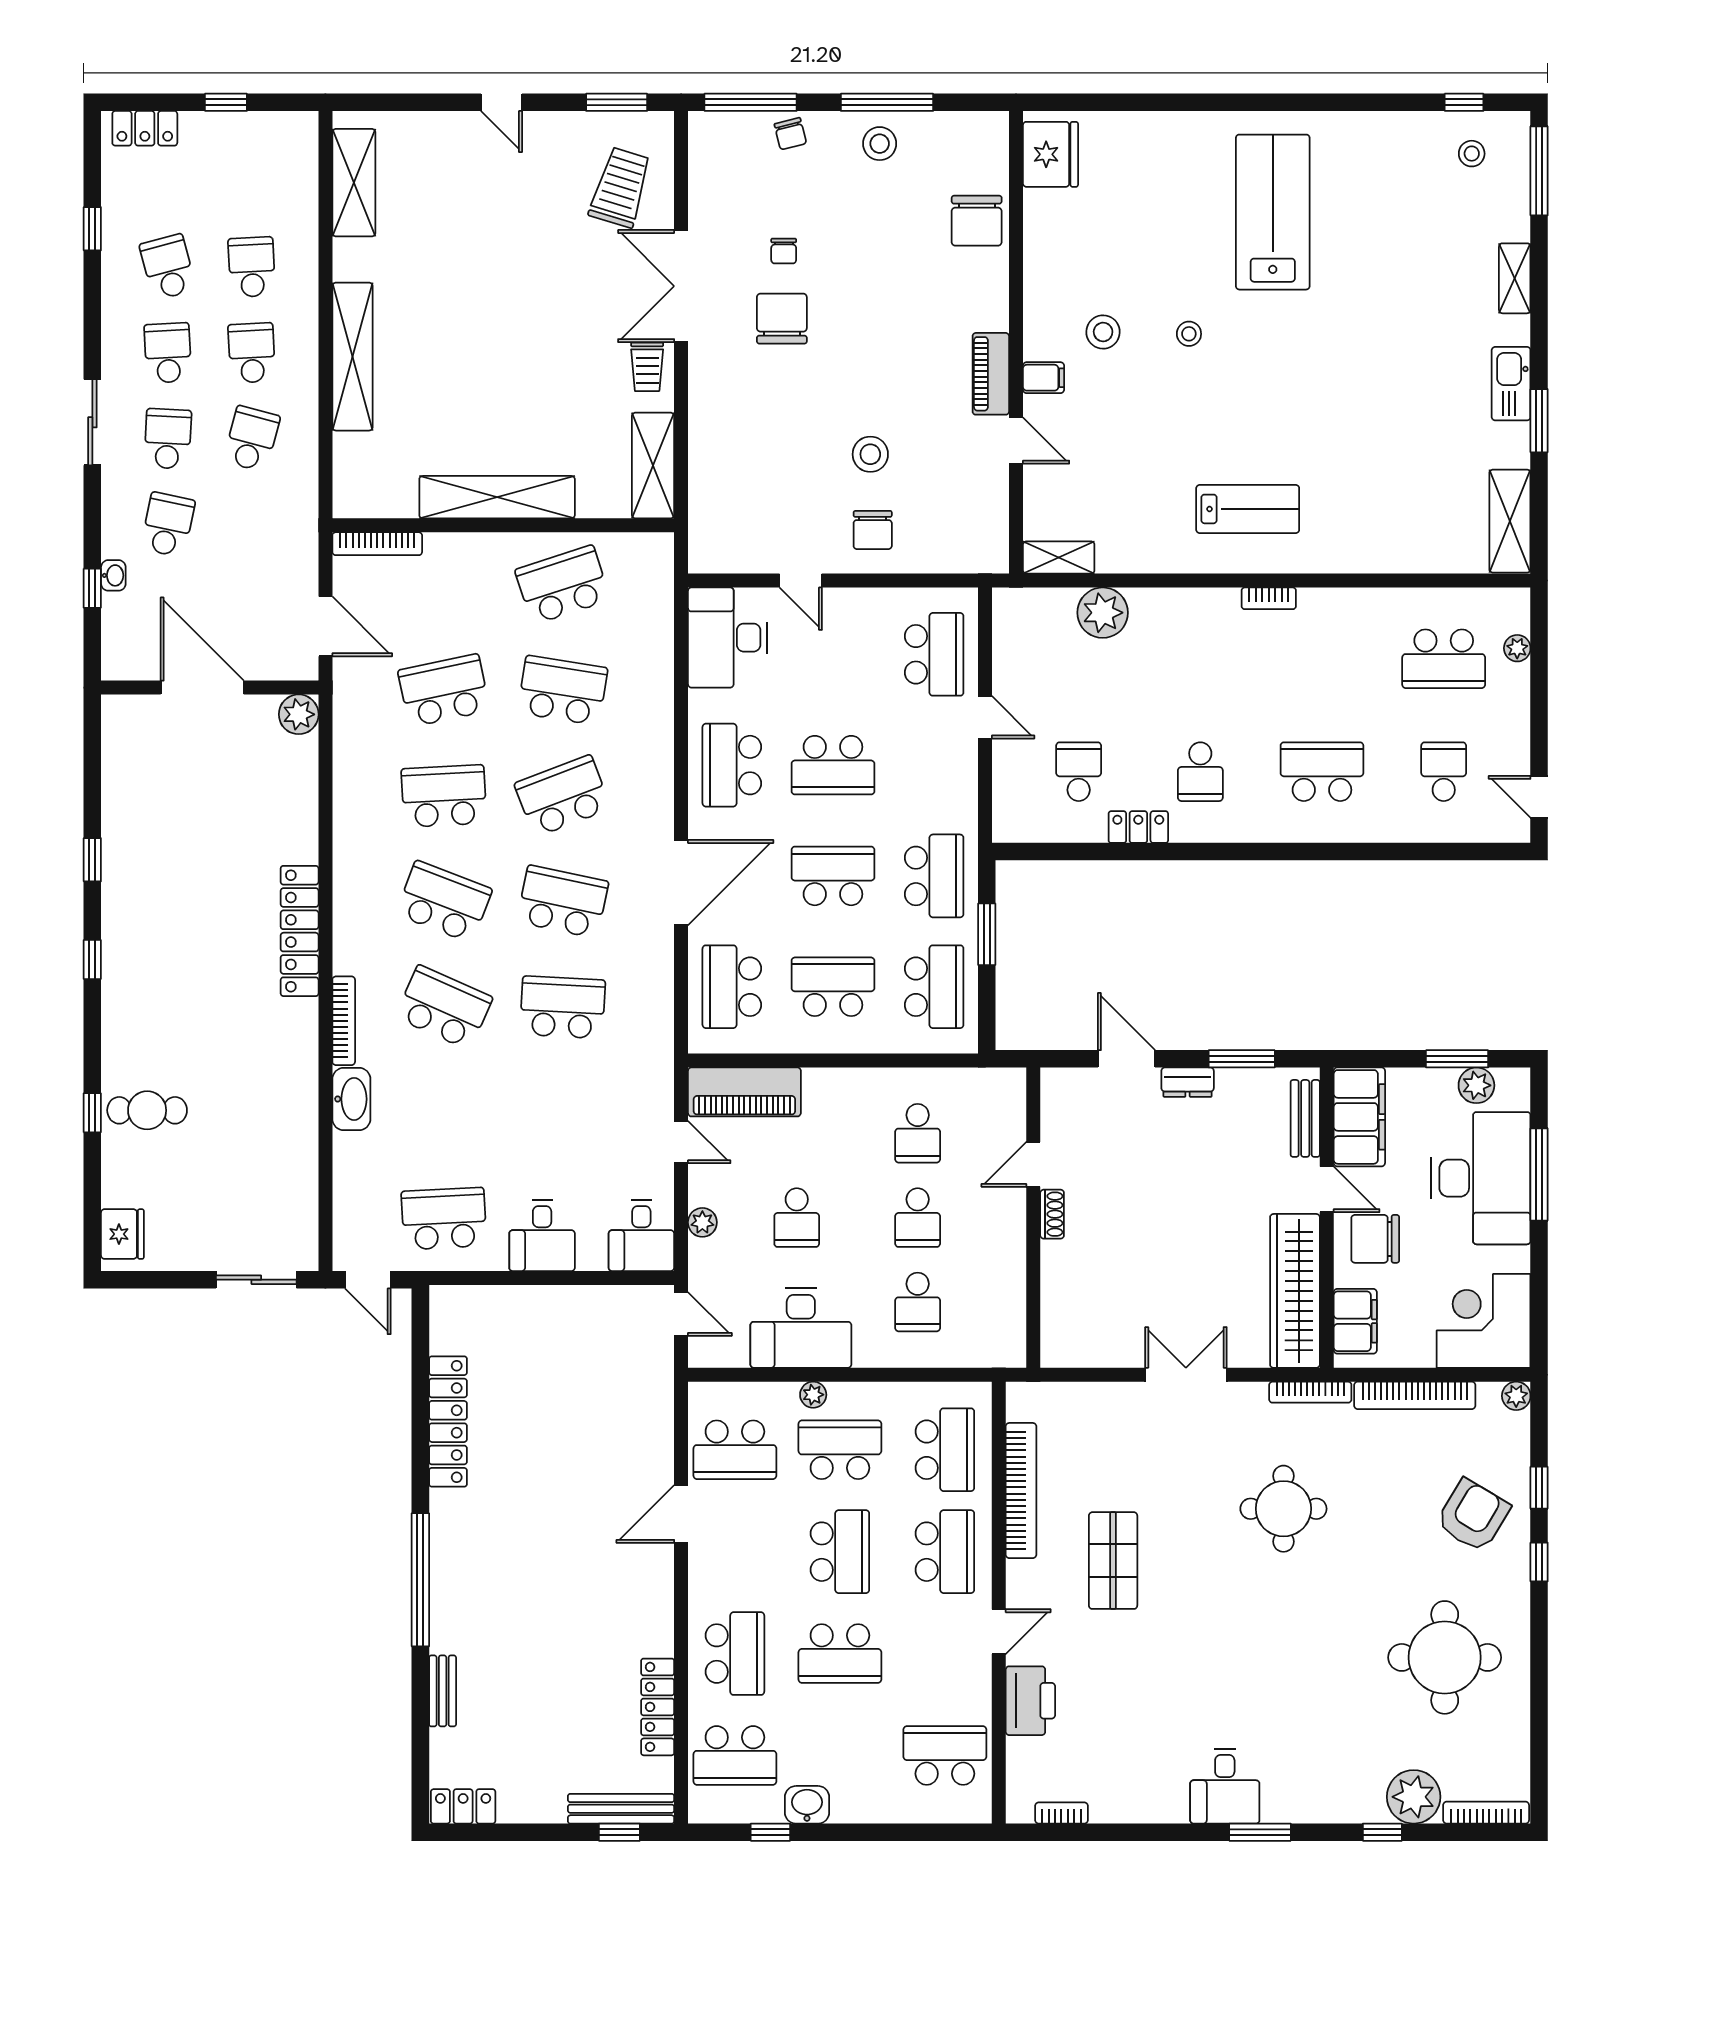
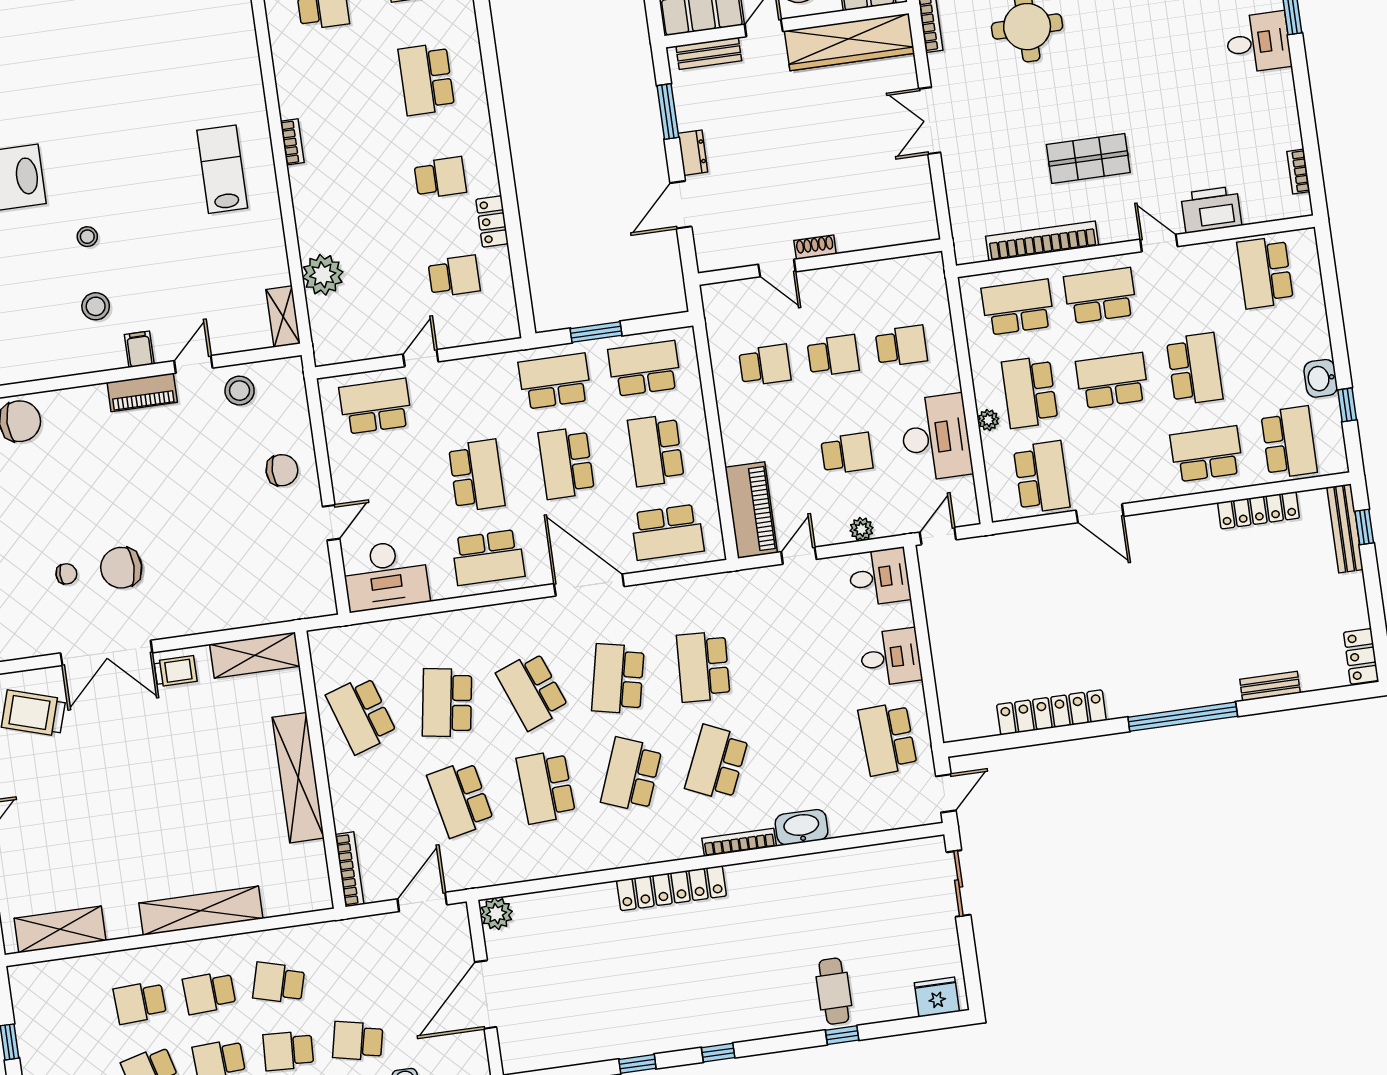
stool: (870, 454) -> (240, 391), moved
school desk: (1079, 772) -> (454, 276), turned 180

